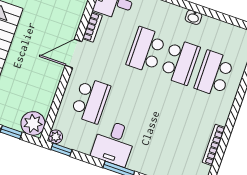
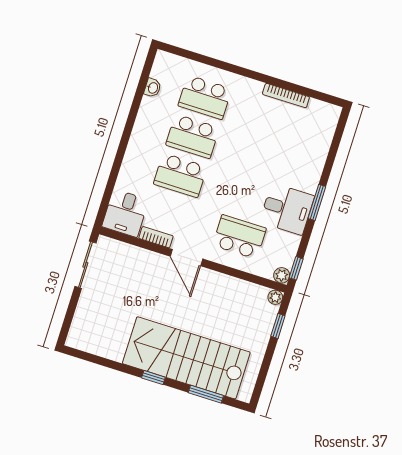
washbasin: (193, 17) -> (153, 88), moved
school desk: (180, 62) -> (193, 136), turned 180
plant: (33, 124) -> (275, 297), width x0.53, depth x0.53

